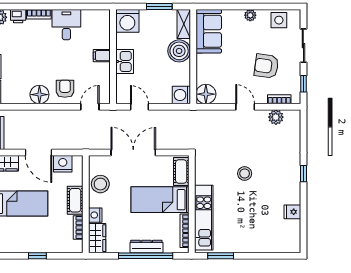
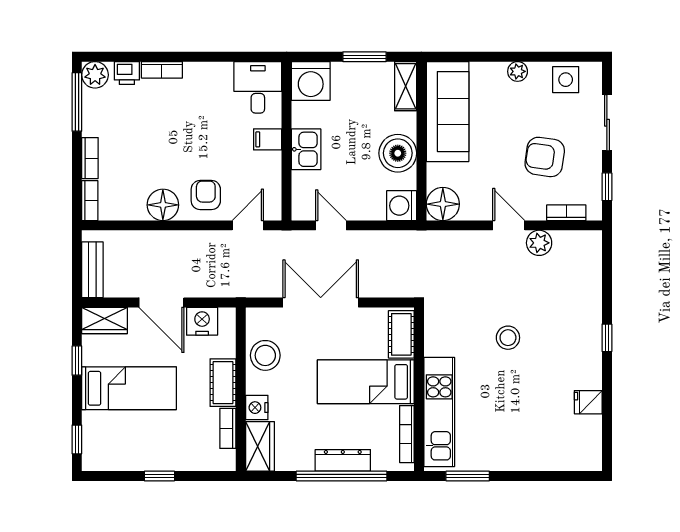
desk: (66, 25) -> (258, 87), moved
sofa: (209, 31) -> (448, 112), width x1.36
boiler: (179, 51) -> (398, 153), moved
plant: (276, 117) -> (539, 243), moved

